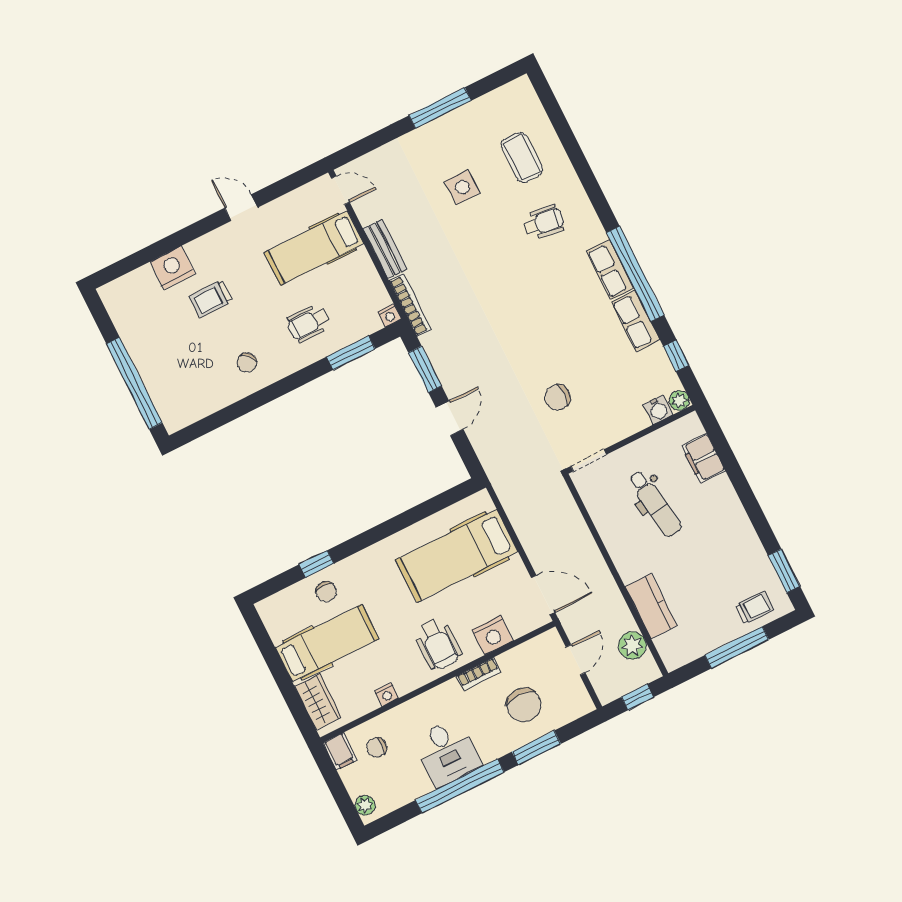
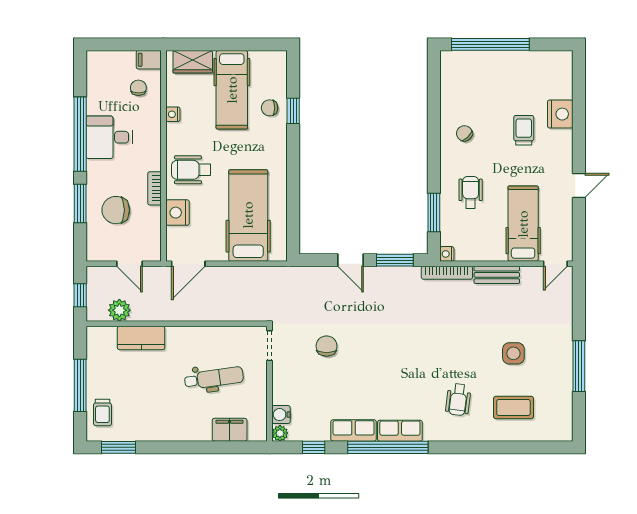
dental chair: (655, 504) -> (214, 378), turned 180
plant: (365, 805) -> (101, 58), removed

